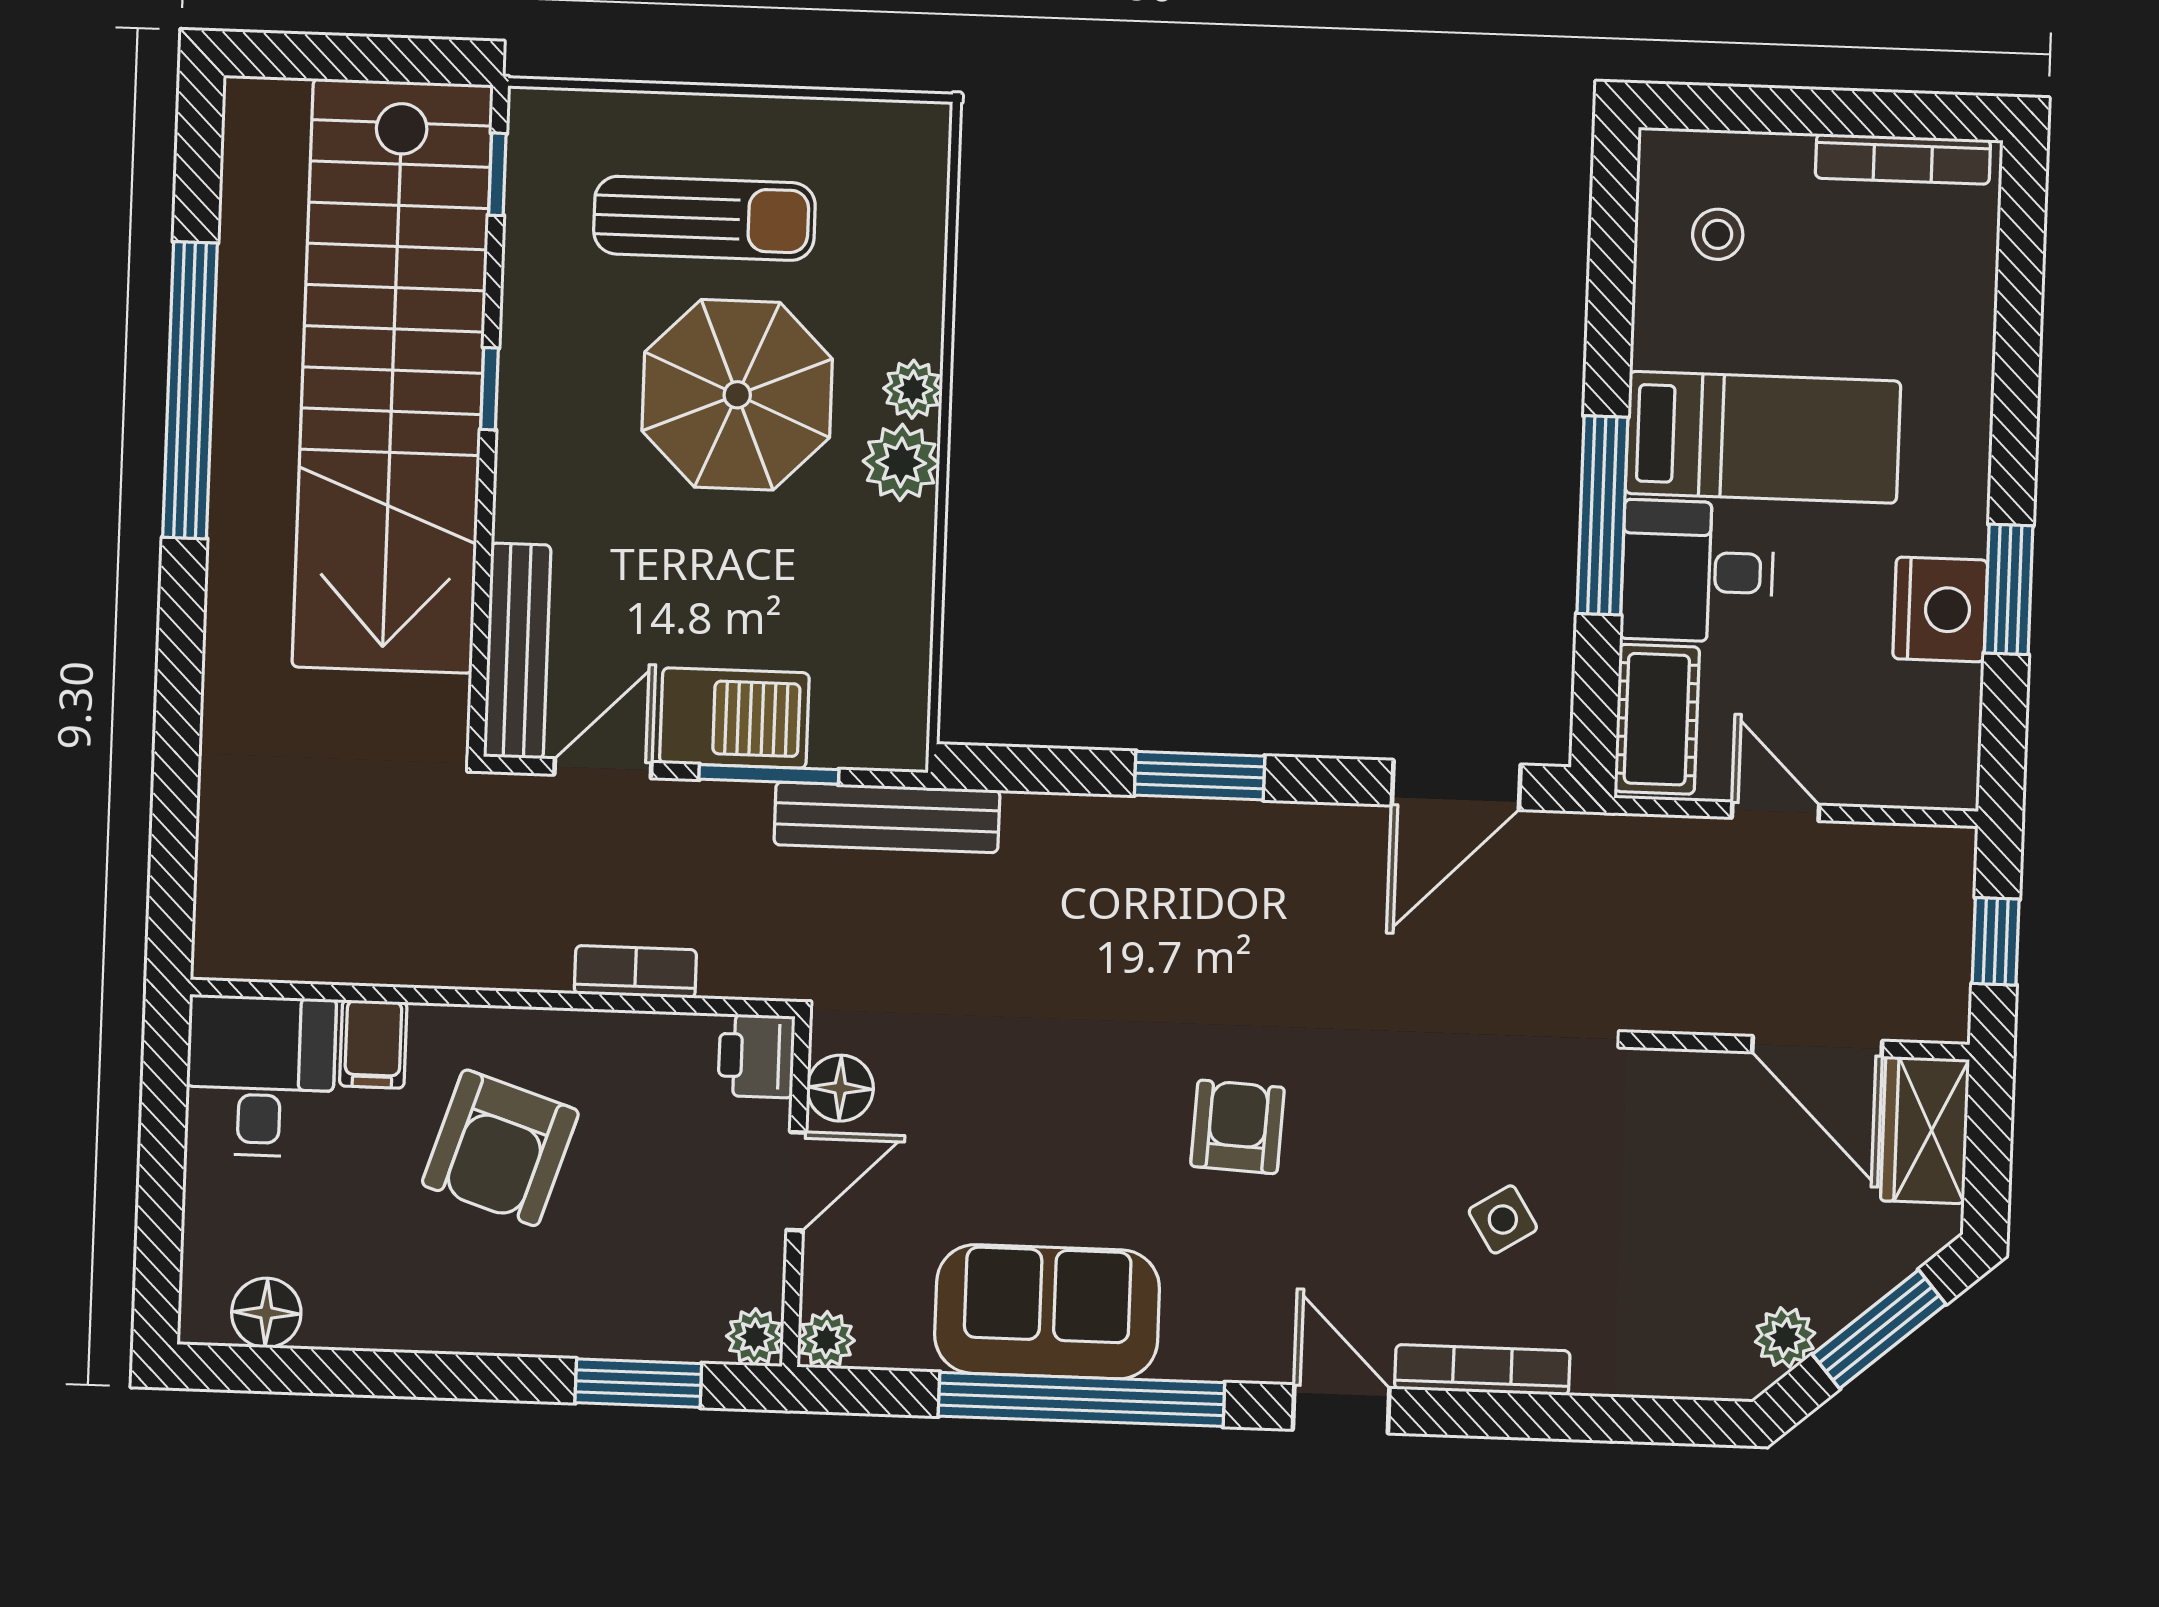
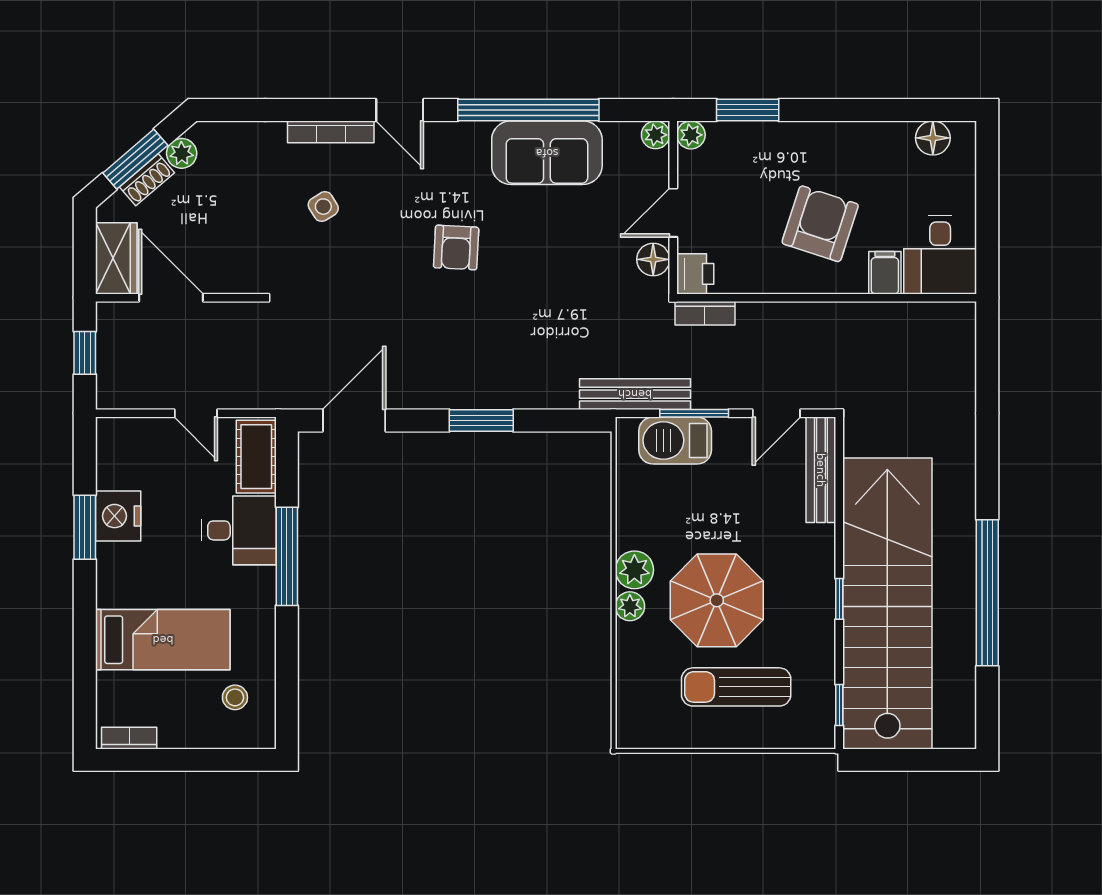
bookcase: (1903, 159) -> (129, 738), width x0.64
bed: (1763, 437) -> (163, 640), moved, turned 180
barbecue: (734, 718) -> (675, 440), moved
bookcase: (635, 972) -> (705, 313), moved
shoe rack: (1857, 1287) -> (147, 180), added

